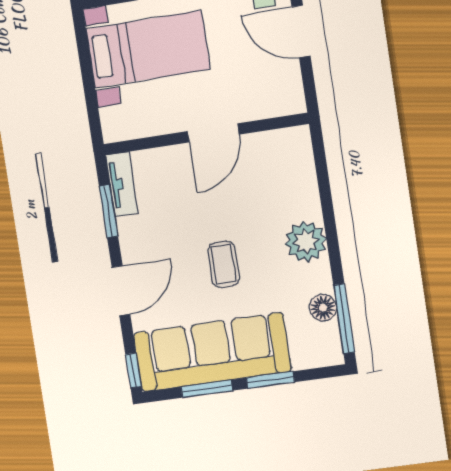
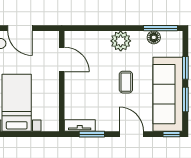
door: (301, 31) -> (20, 28), hinge flipped
door: (213, 133) -> (62, 59), moved
coffee table: (224, 264) -> (126, 82), turned 90

